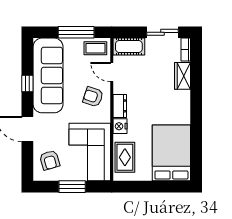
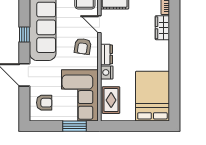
armchair: (93, 97) -> (83, 46), turned -100
armchair: (50, 160) -> (44, 103), turned -74
window: (72, 187) -> (75, 126), moved

